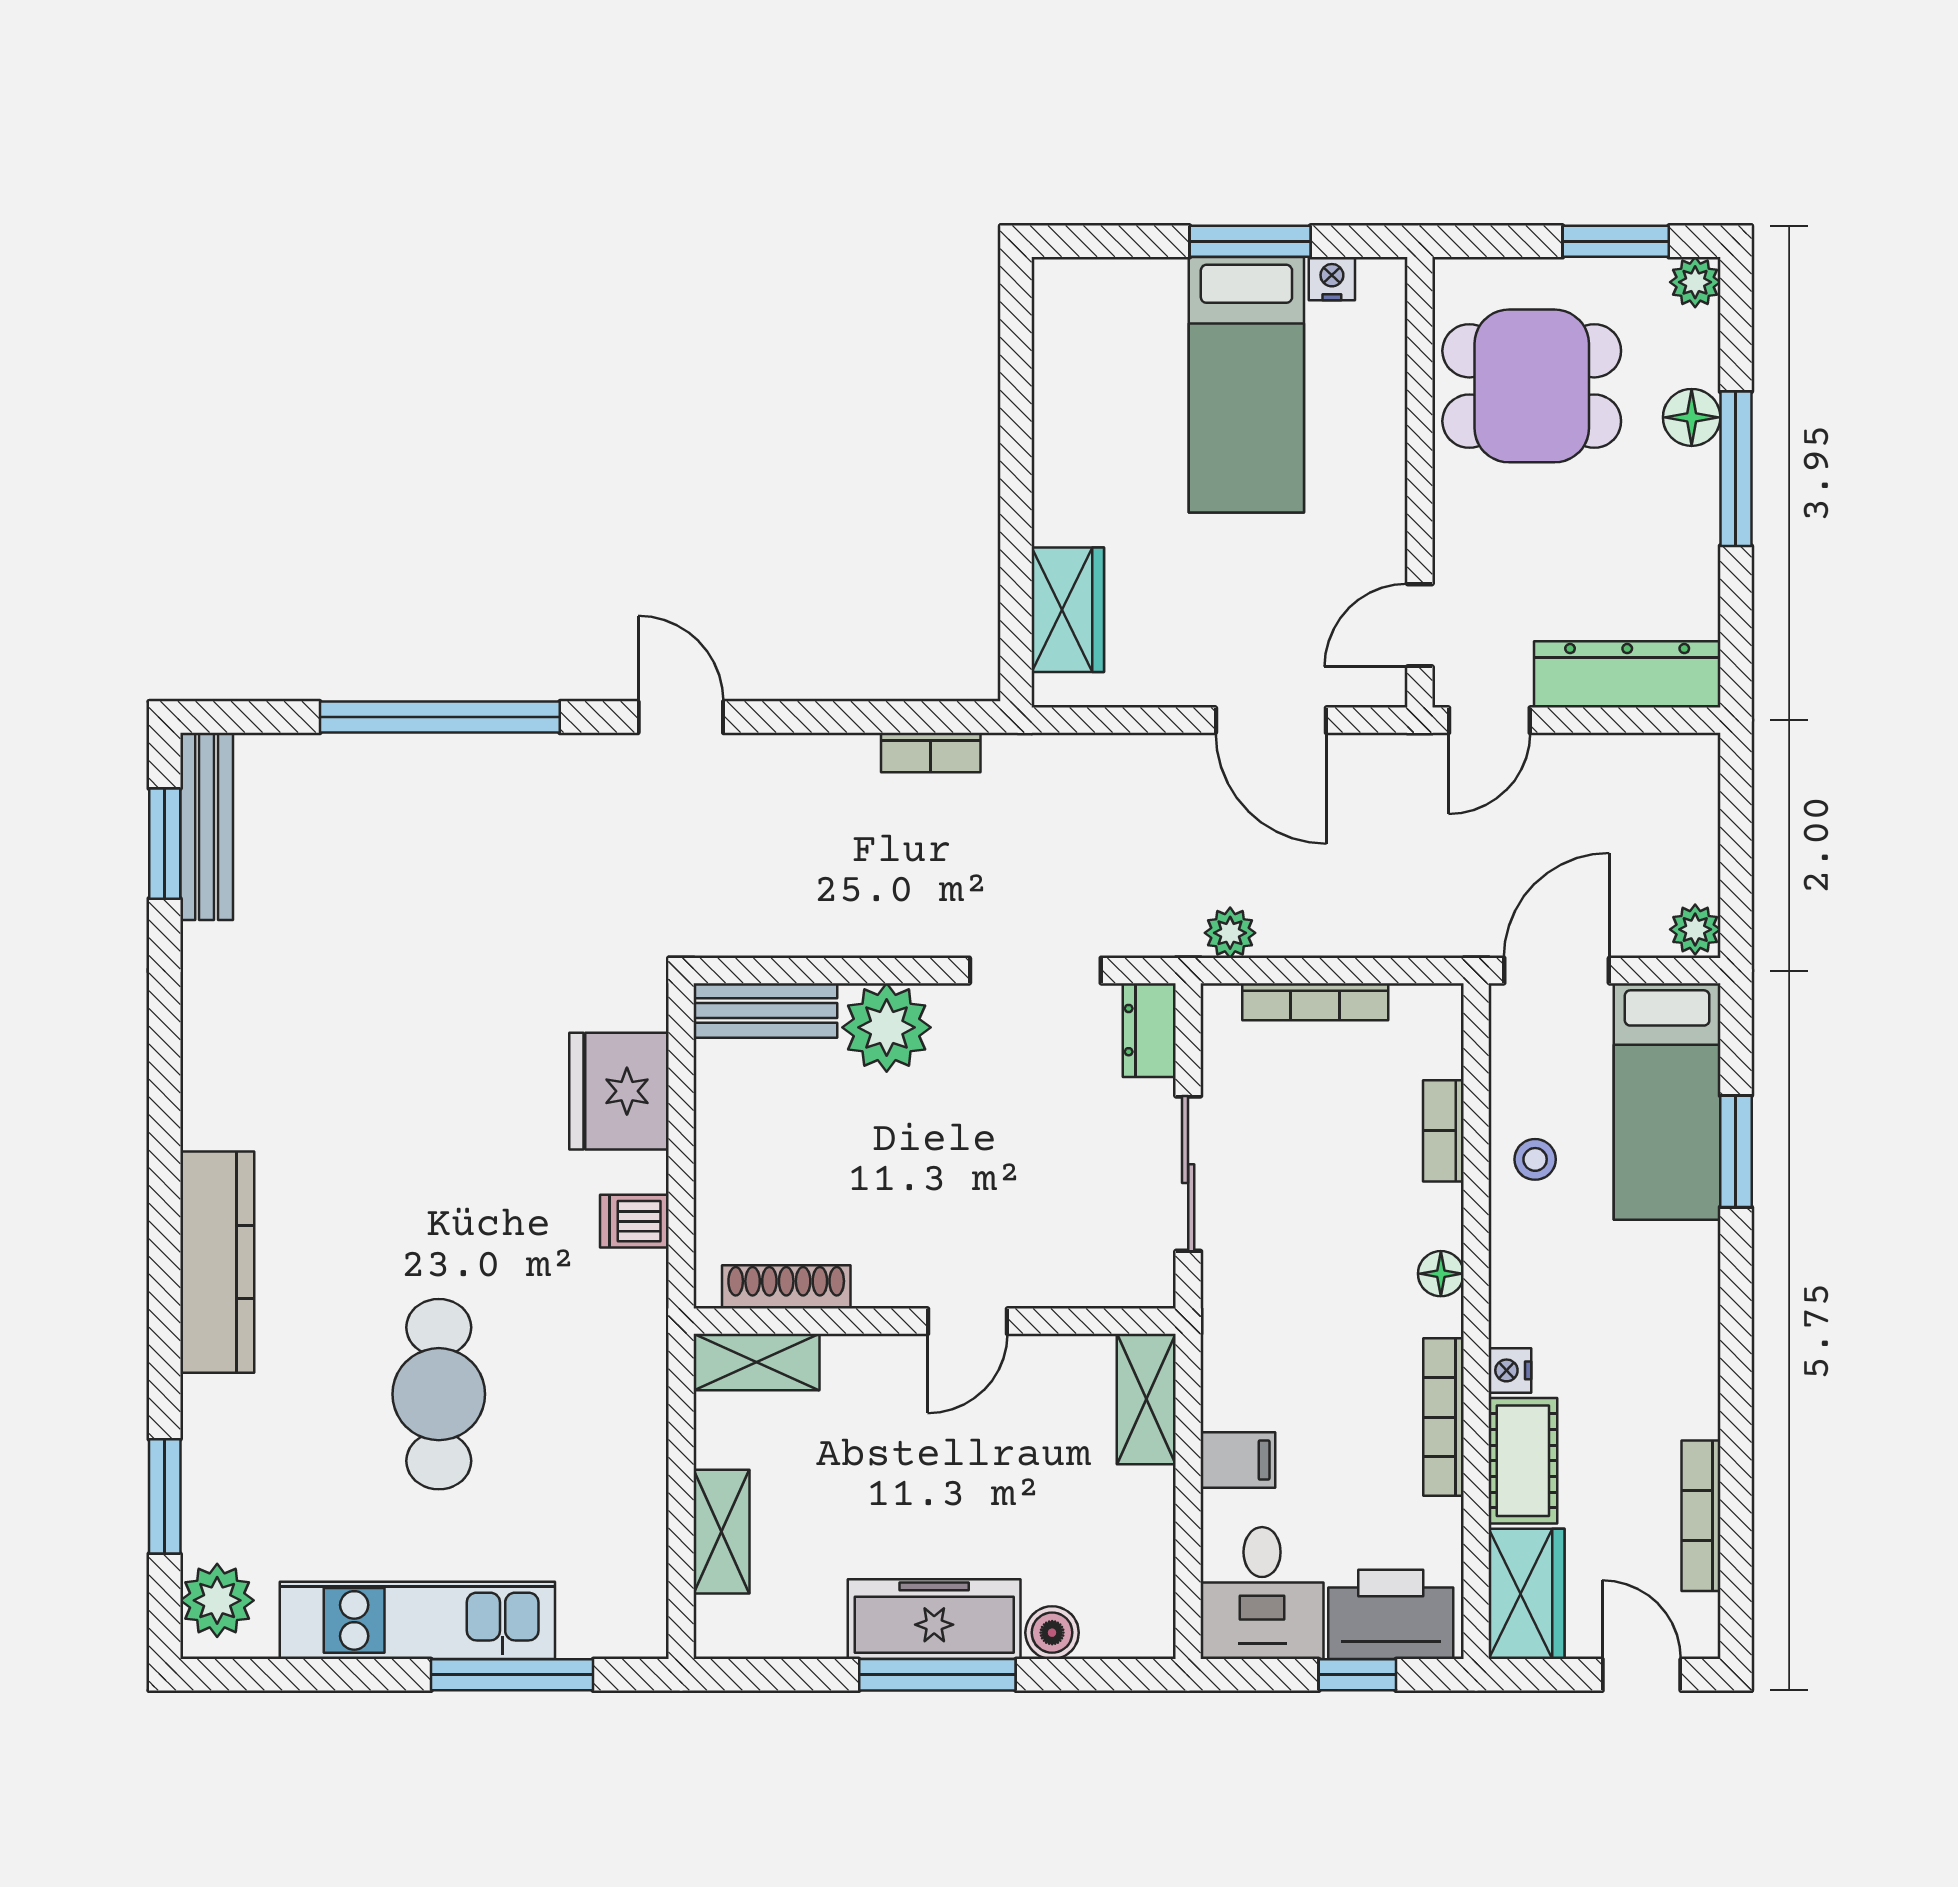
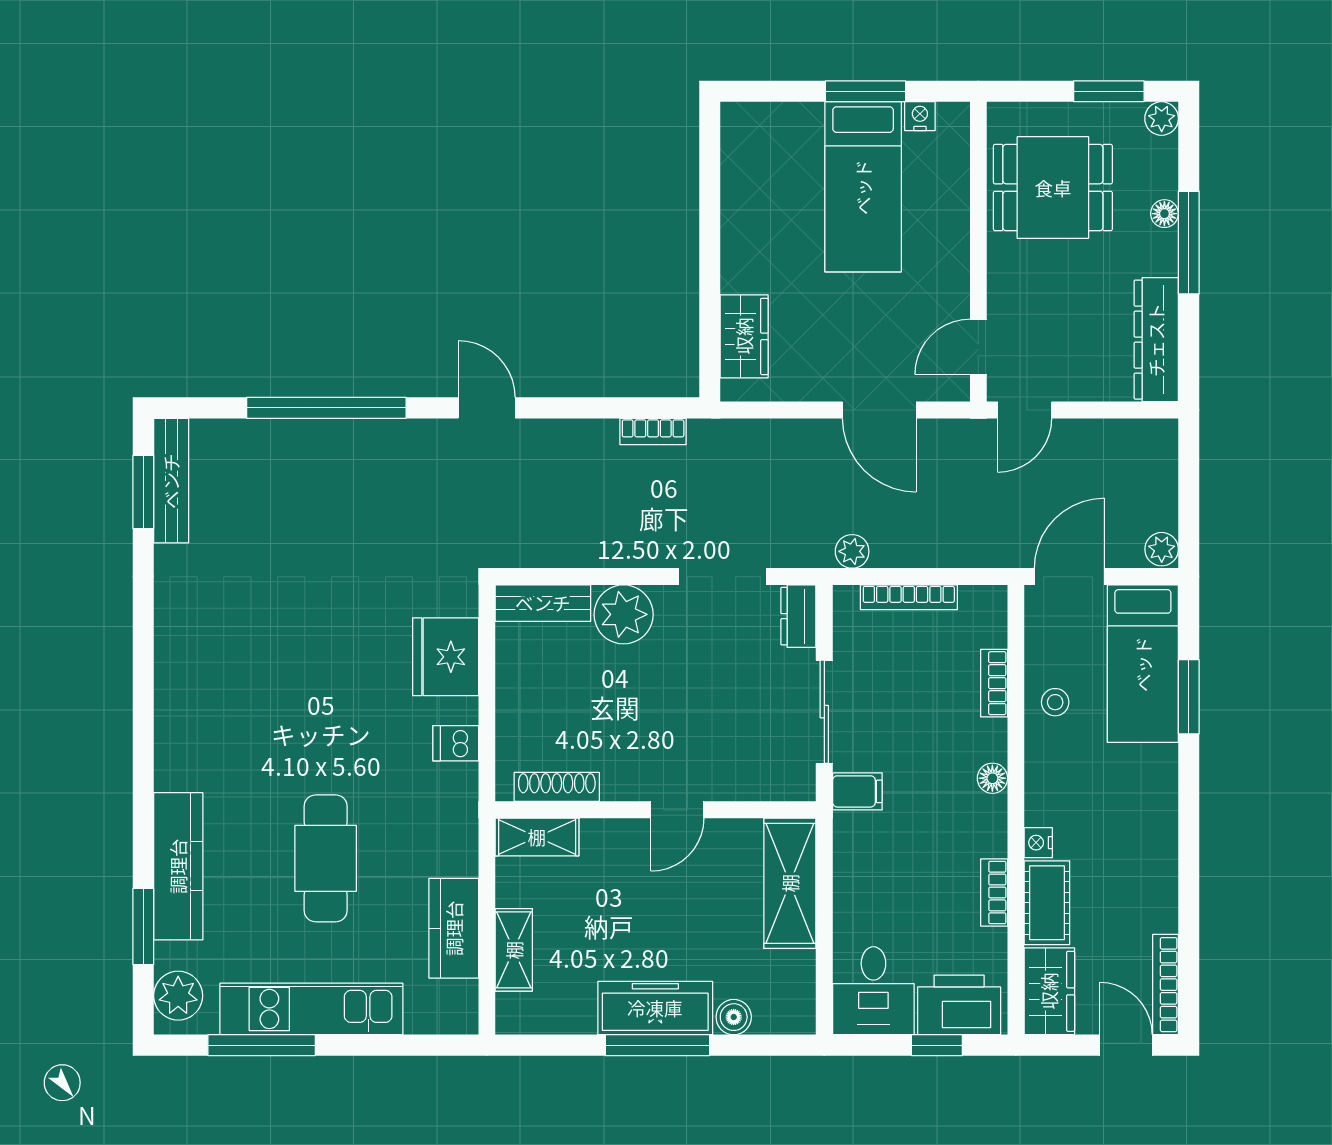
floor lamp: (1692, 417) -> (1164, 214), width x0.73, depth x0.73
dresser: (1627, 674) -> (1156, 340), moved, turned -90
kitchen counter: (217, 1262) -> (178, 866), moved
shelving: (1146, 1399) -> (790, 883), width x1.50, depth x1.33
bookcase: (1443, 1417) -> (994, 892), width x0.64
filing cabinet: (1238, 1460) -> (857, 791), moved
kitchen counter: (631, 1499) -> (454, 928), added
bookcase: (1701, 1516) -> (1166, 985), moved
window: (512, 1675) -> (262, 1045), moved

